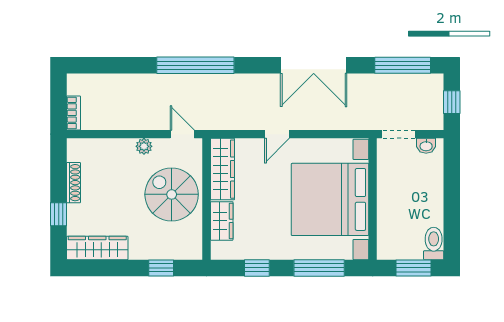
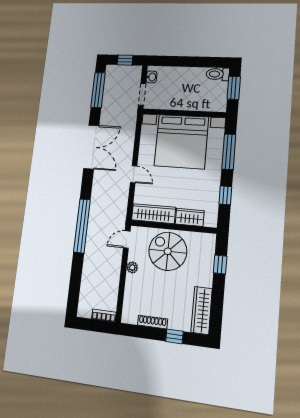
spiral stairs: (172, 194) -> (168, 251), turned 90

